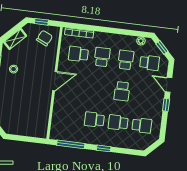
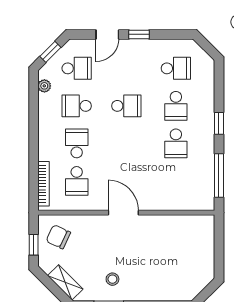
school desk: (102, 57) -> (77, 143), turned 90
school desk: (150, 63) -> (77, 68), turned 90
school desk: (142, 125) -> (176, 68), turned 90

